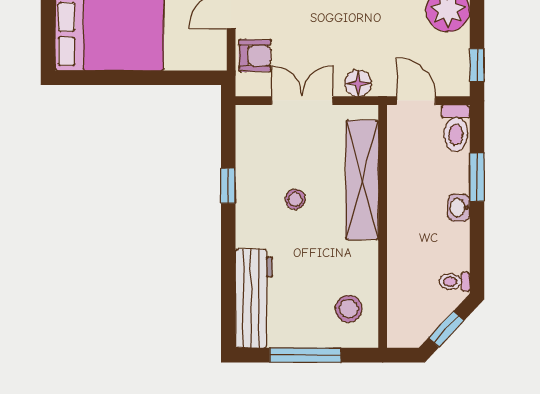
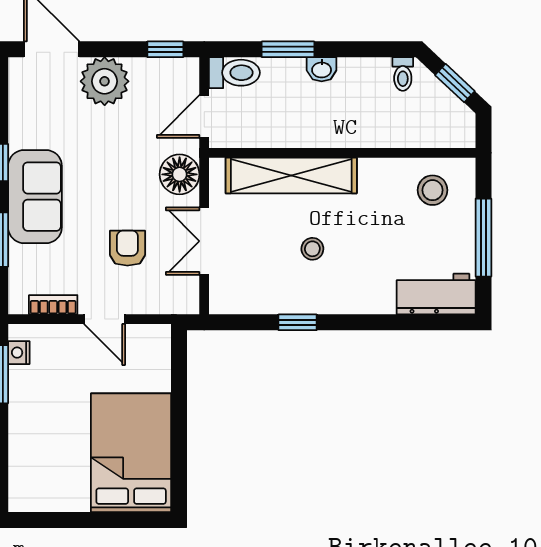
armchair: (255, 56) -> (127, 248), moved
floor lamp: (358, 83) -> (180, 174), width x1.38, depth x1.38
workbench: (254, 299) -> (436, 294), width x0.73

